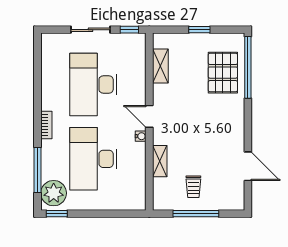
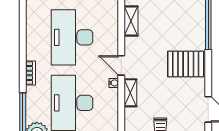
pallet: (223, 73) -> (186, 64), moved, turned 90
shelving: (160, 161) -> (130, 93), moved

